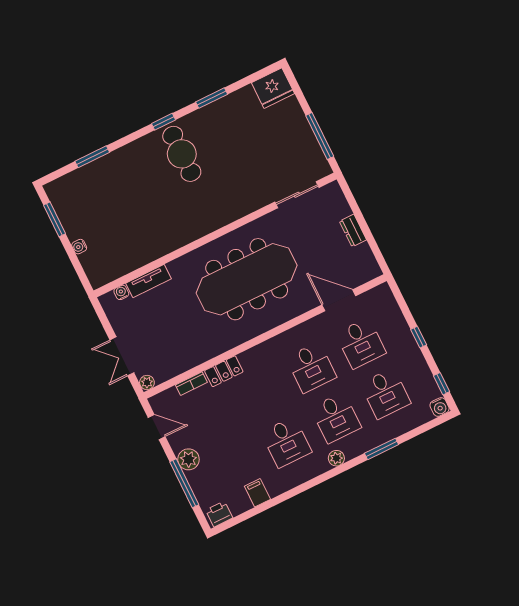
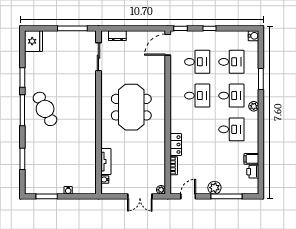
window: (164, 122) -> (22, 110), width x2.17
cafe table: (182, 154) -> (45, 109), turned 63
dresser: (353, 231) -> (117, 36), moved
meeting table: (247, 279) -> (131, 107), width x0.73
door: (339, 300) -> (168, 45), moved
window: (442, 384) -> (180, 28), moved
printer: (219, 514) -> (253, 172), moved

